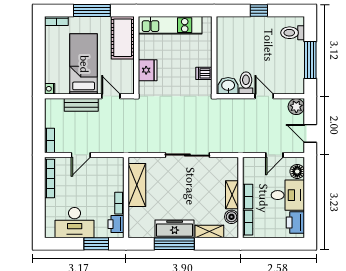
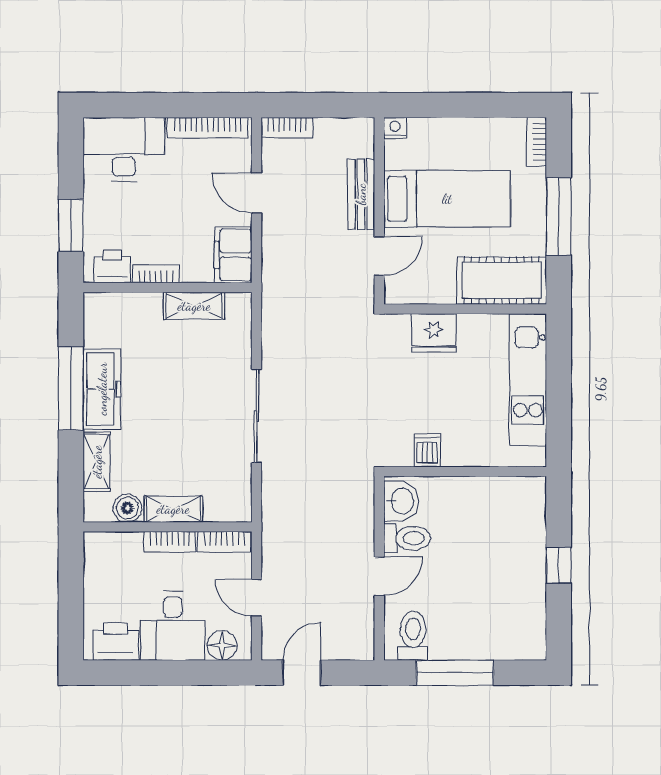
toilet: (293, 33) -> (413, 636), moved
plant: (296, 107) -> (358, 643), removed
filing cabinet: (110, 166) -> (233, 255), added
shelving: (137, 185) -> (194, 306), width x0.67, depth x0.75
desk: (75, 223) -> (124, 149), moved, turned 90
bookcase: (248, 223) -> (224, 542), moved

